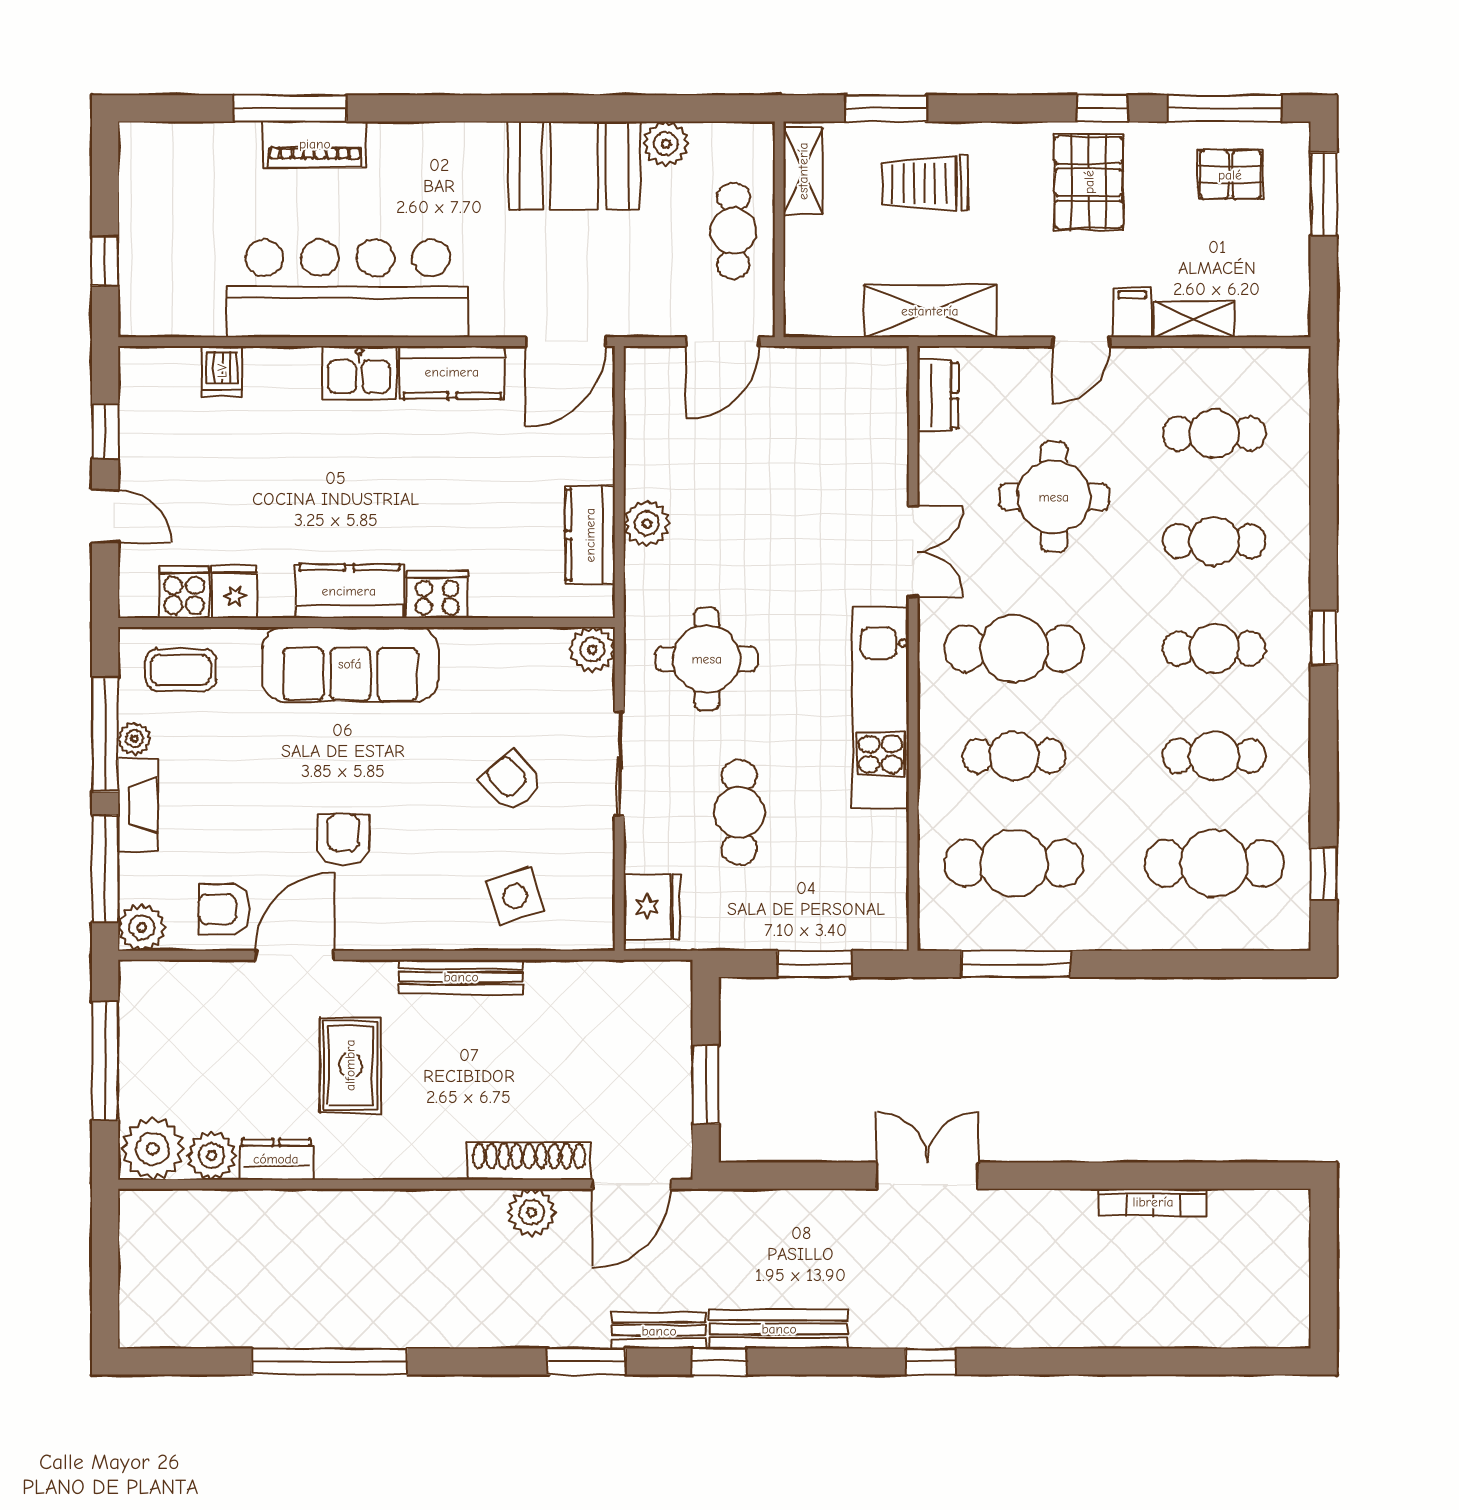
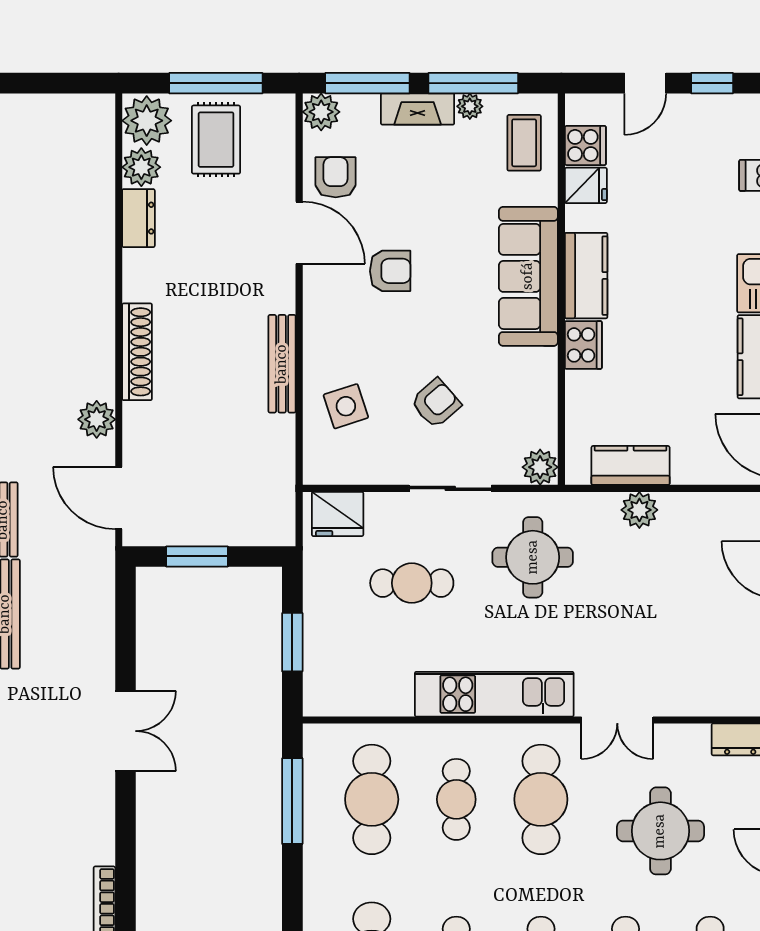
rug: (350, 1065) -> (216, 140), moved, turned 90
shoe rack: (529, 1161) -> (137, 352), moved

